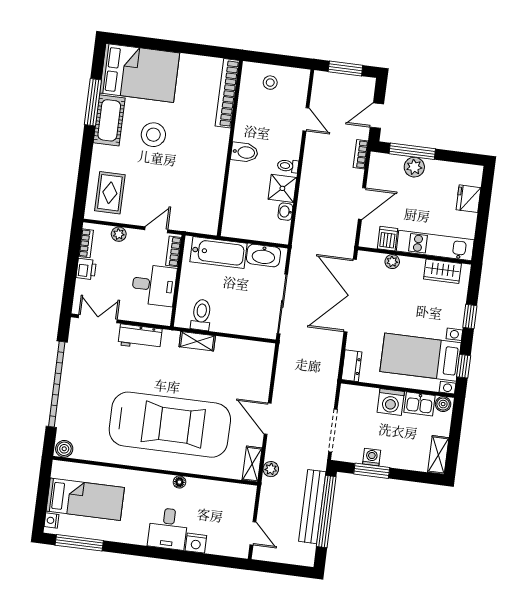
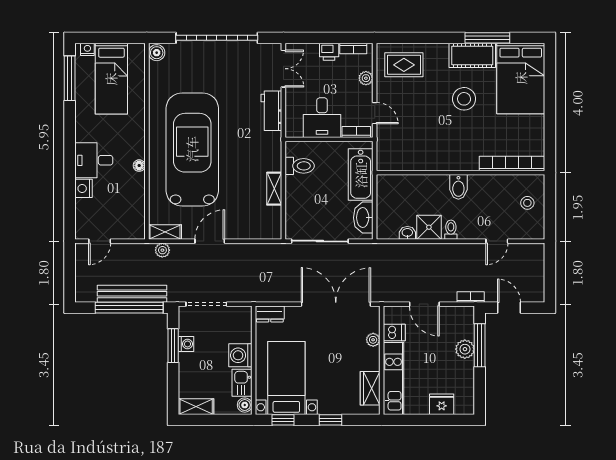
window: (345, 68) -> (550, 272), removed
shelving: (197, 341) -> (274, 189), moved
car: (170, 425) -> (192, 149), turned 180

